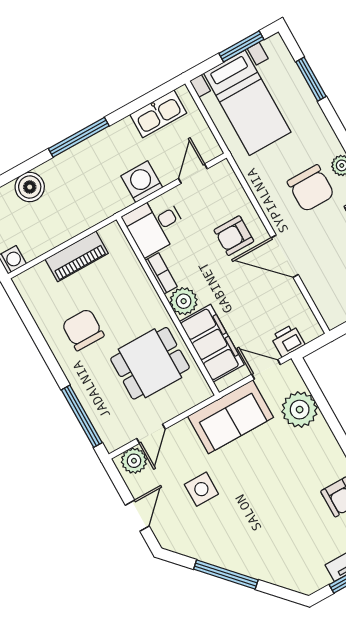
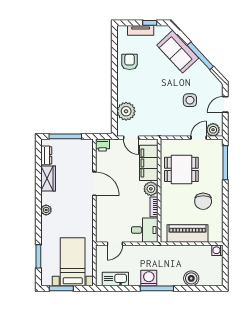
washing machine: (142, 182) -> (149, 278), moved, turned 180
chair: (311, 188) -> (66, 207), removed
armchair: (234, 236) -> (112, 206), removed
piano: (77, 256) -> (188, 233), width x1.37, depth x1.33
printer: (288, 341) -> (102, 145), moved
sofa: (230, 417) -> (178, 52), moved, turned -133

